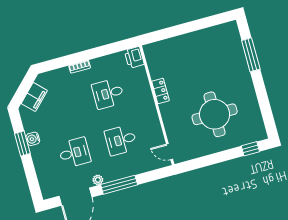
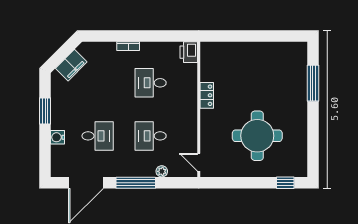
water cooler: (33, 139) -> (58, 137), moved
plant: (98, 180) -> (162, 171), moved

